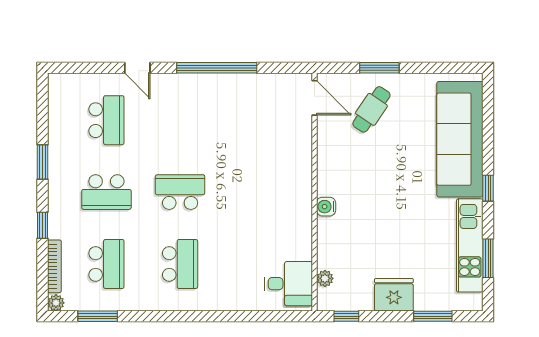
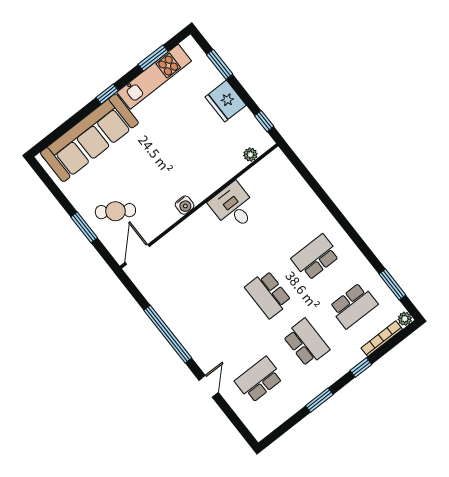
water cooler: (326, 207) -> (185, 205), moved
school desk: (106, 264) -> (353, 306), turned 180
desk: (289, 284) -> (233, 207), moved

